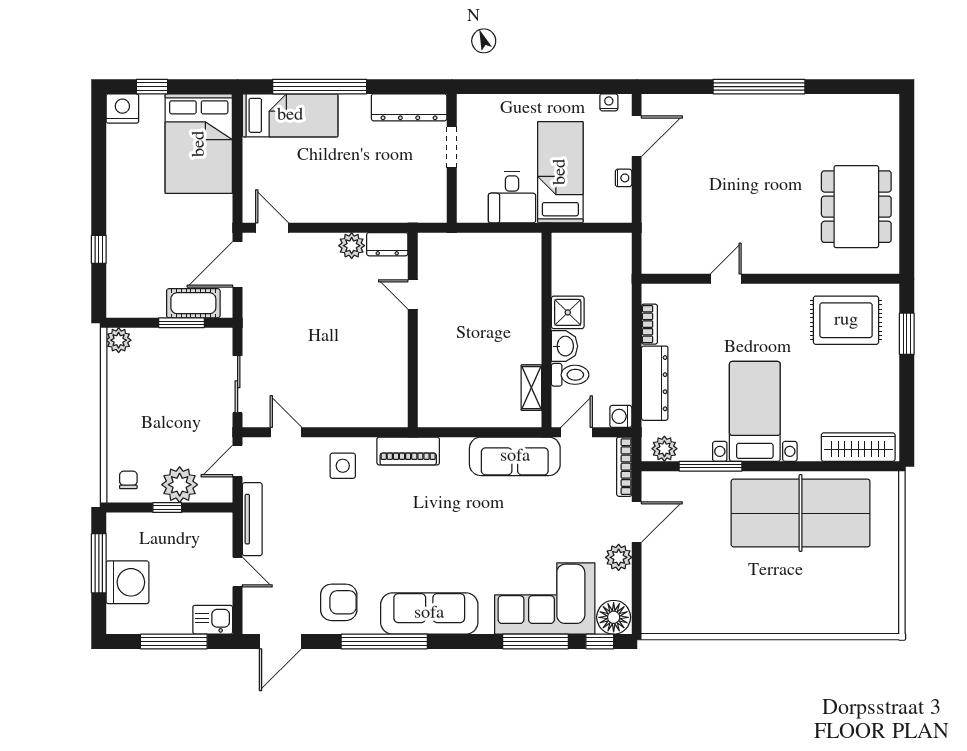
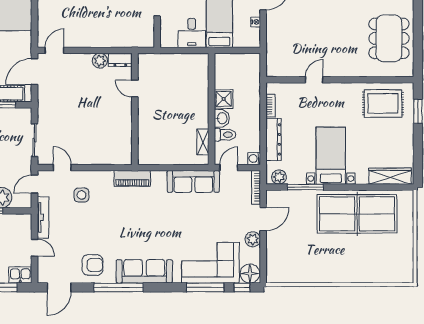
door: (272, 228) -> (54, 50), hinge flipped
side table: (343, 466) -> (82, 195), moved

